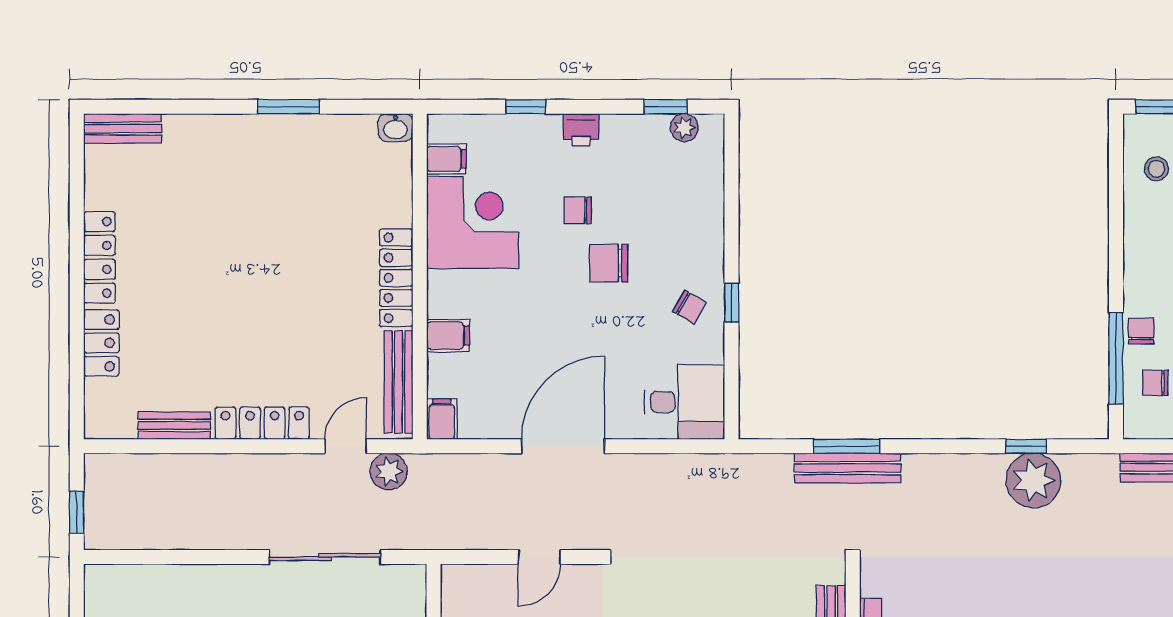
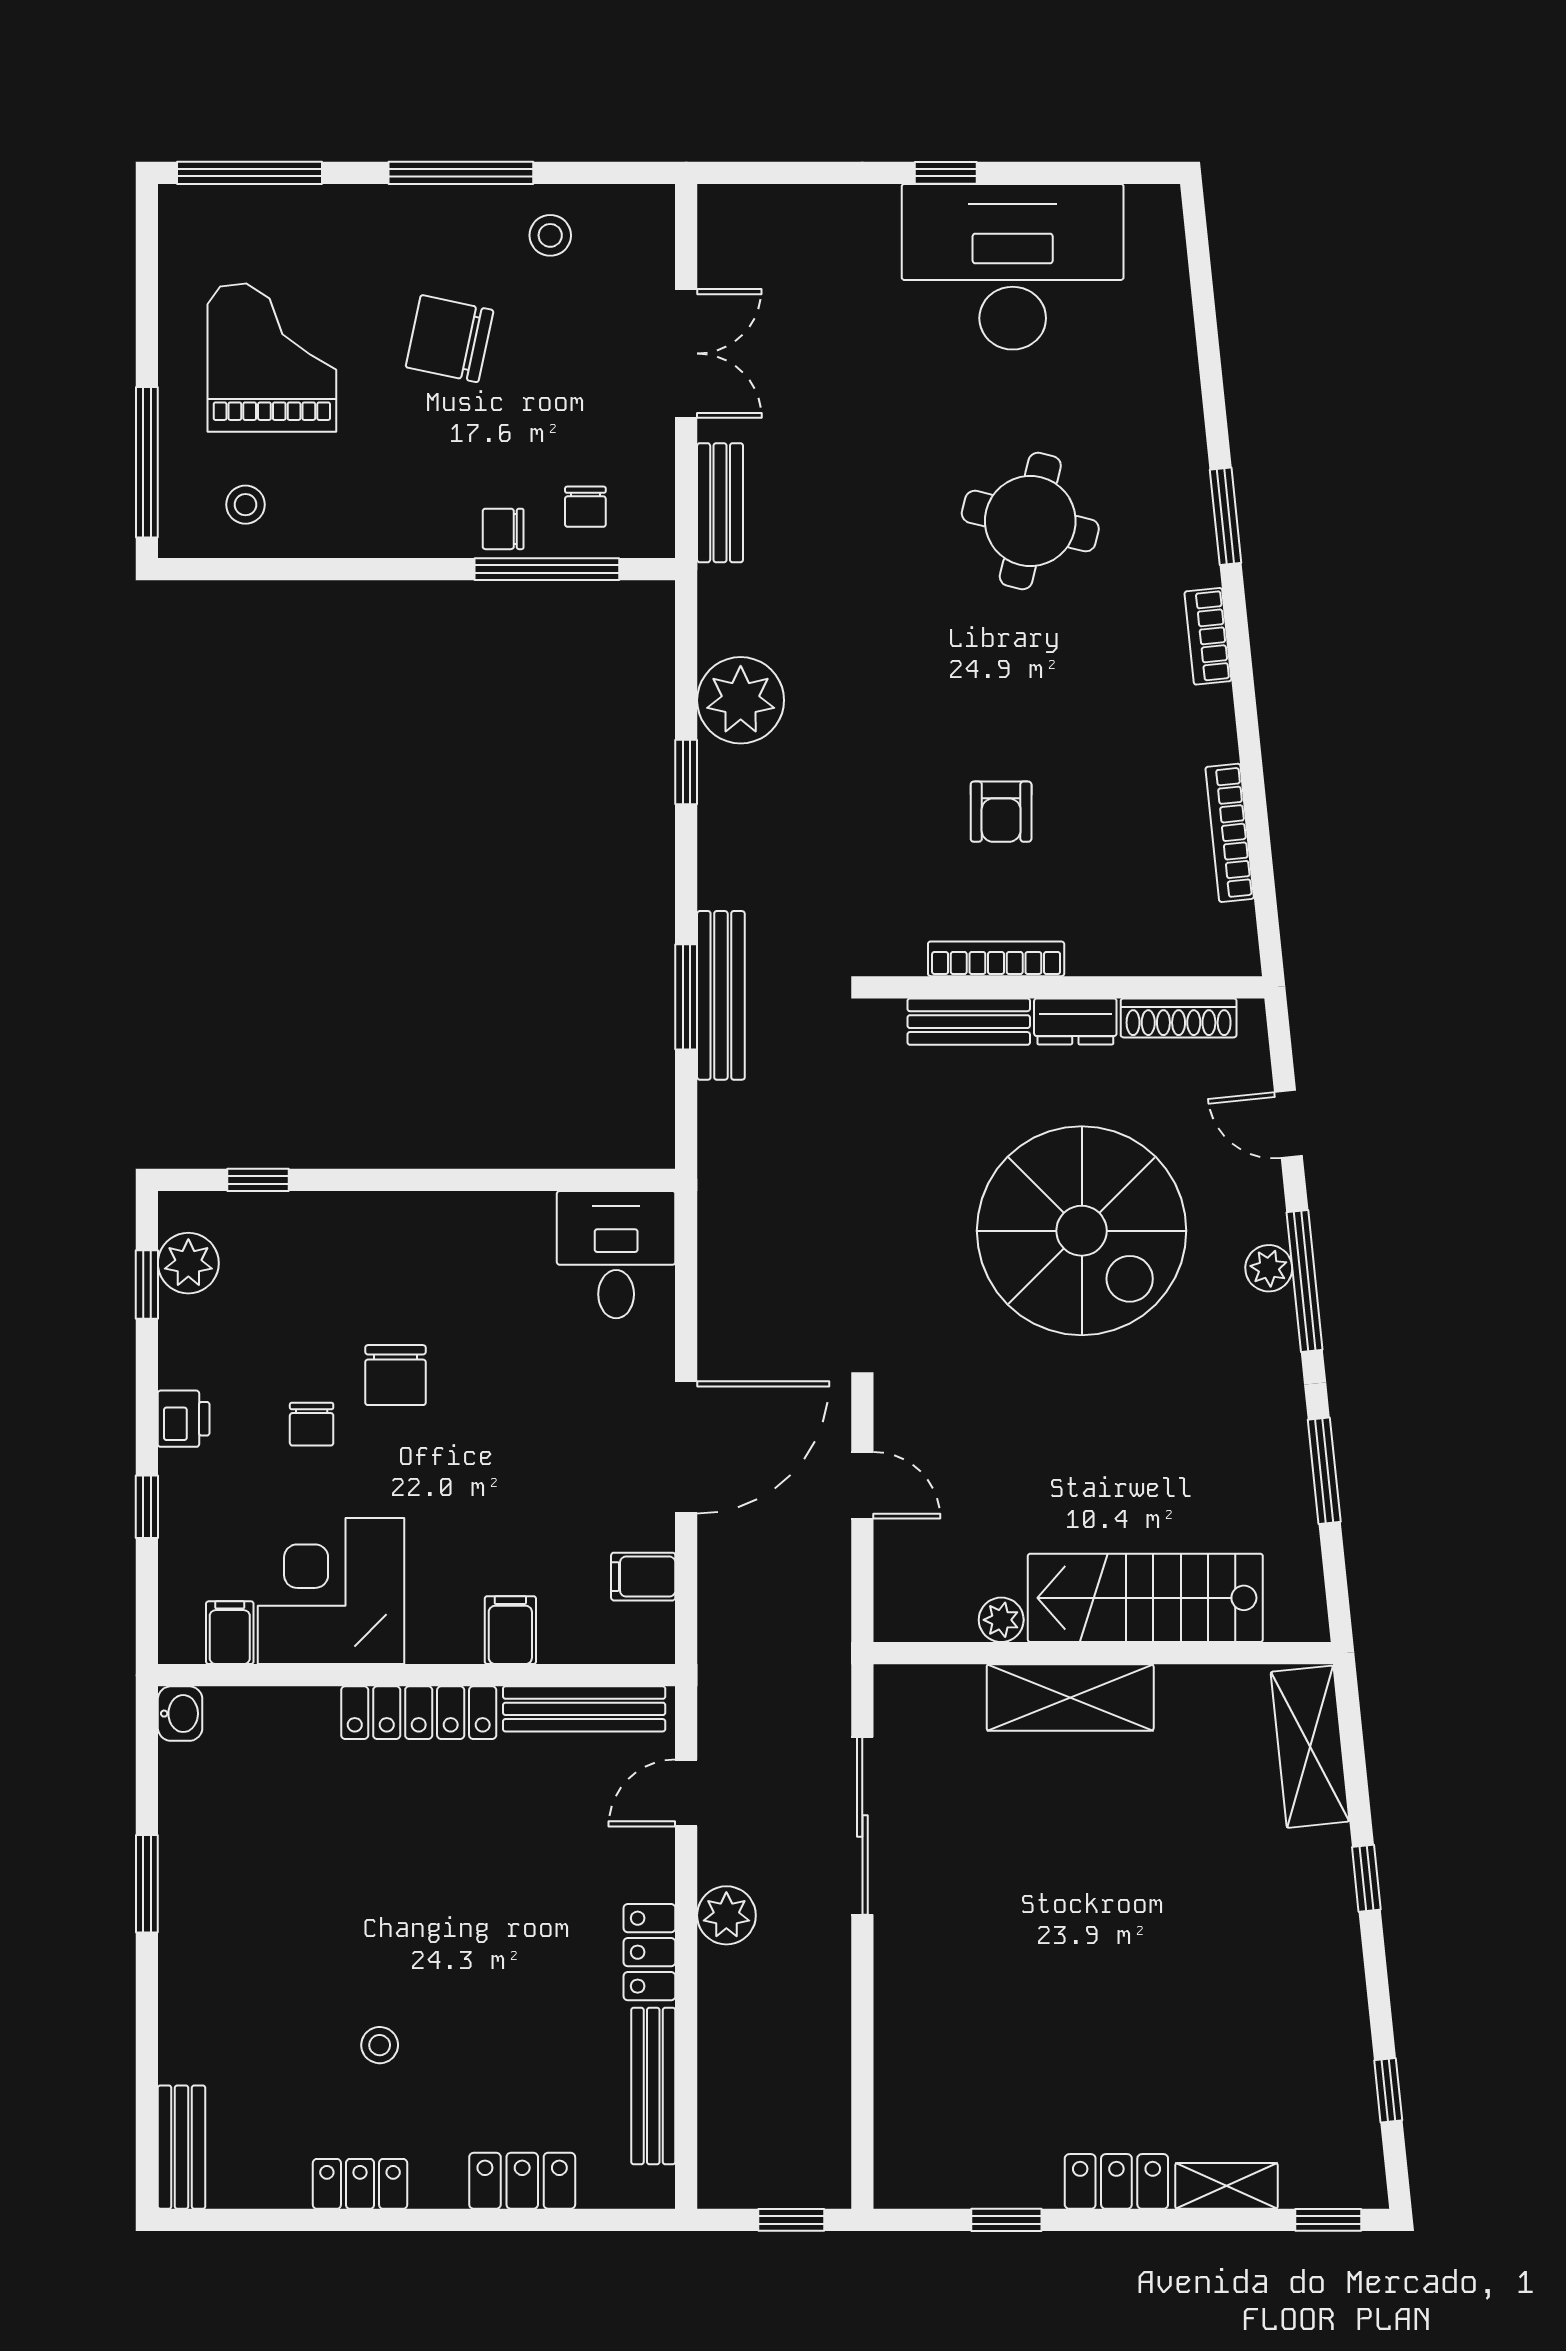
plant: (684, 128) -> (188, 1263), width x1.38, depth x1.38
stool: (187, 253) -> (380, 2045), added
locker: (100, 257) -> (360, 2184), width x0.66
window: (731, 303) -> (258, 1180), moved
chair: (689, 307) -> (465, 1247), removed
filing cabinet: (442, 419) -> (643, 1577), moved
locker: (262, 423) -> (649, 1952), width x0.66
bench: (174, 425) -> (653, 2086), width x1.36
door: (346, 446) -> (686, 1793), hinge flipped
door: (563, 446) -> (686, 1447), swing flipped
window: (1026, 446) -> (686, 772), moved
plant: (389, 472) -> (726, 1915), moved

